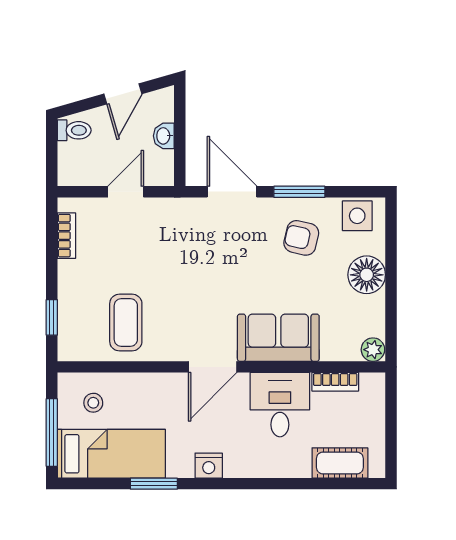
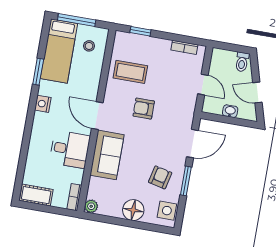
armchair: (186, 288) -> (144, 109), added
bookcase: (335, 382) -> (74, 197), moved
cot: (340, 463) -> (36, 195), moved, turned 90

